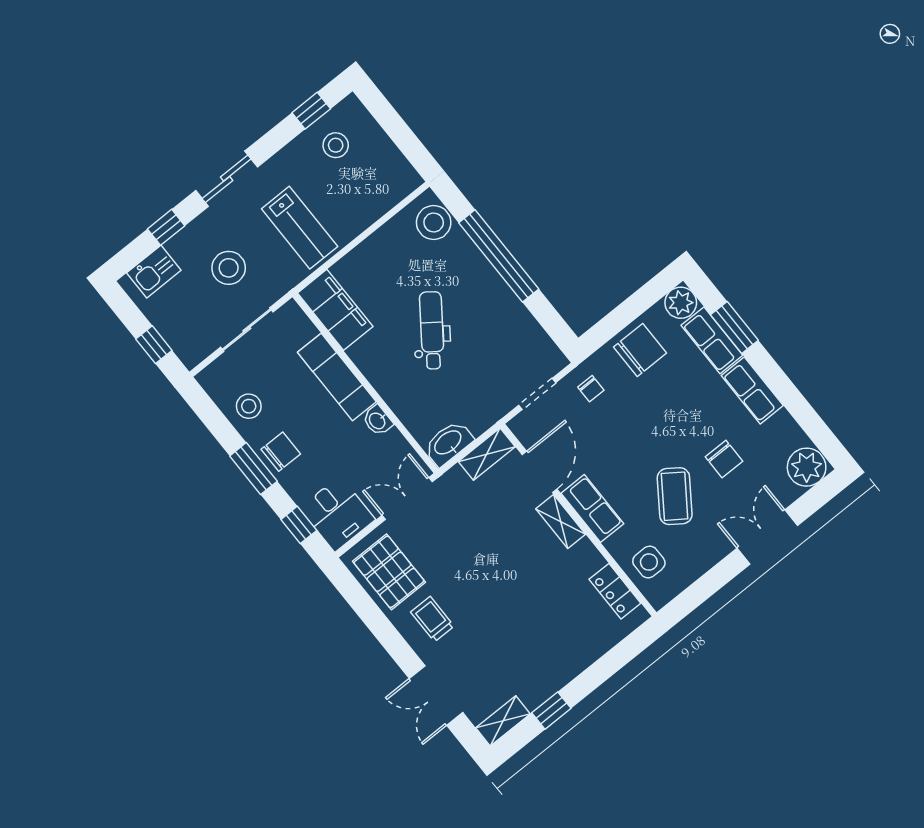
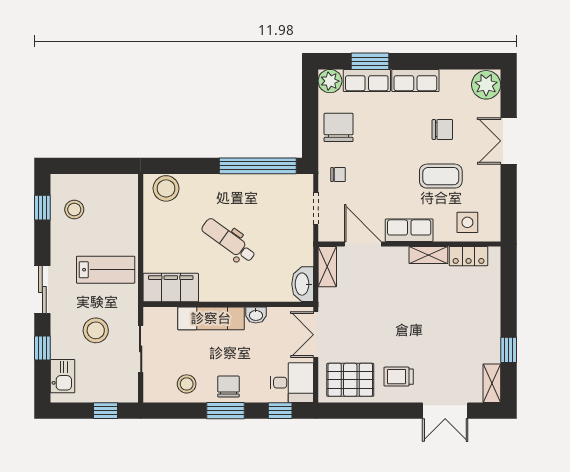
window: (499, 256) -> (258, 166), moved
coffee table: (675, 496) -> (441, 176), turned -35
shelving: (561, 522) -> (428, 255), moved

